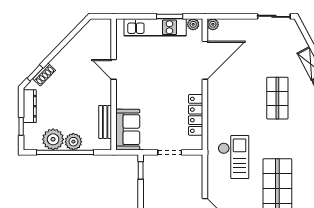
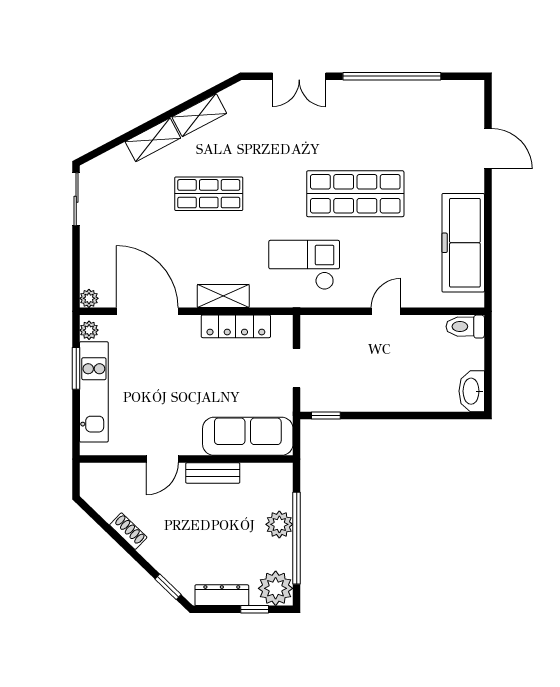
shoe rack: (44, 75) -> (128, 531), moved
shelving: (214, 107) -> (223, 296), added
bench: (105, 122) -> (213, 473), moved
sofa: (128, 130) -> (248, 436), width x1.36
plant: (53, 139) -> (276, 588), moved

